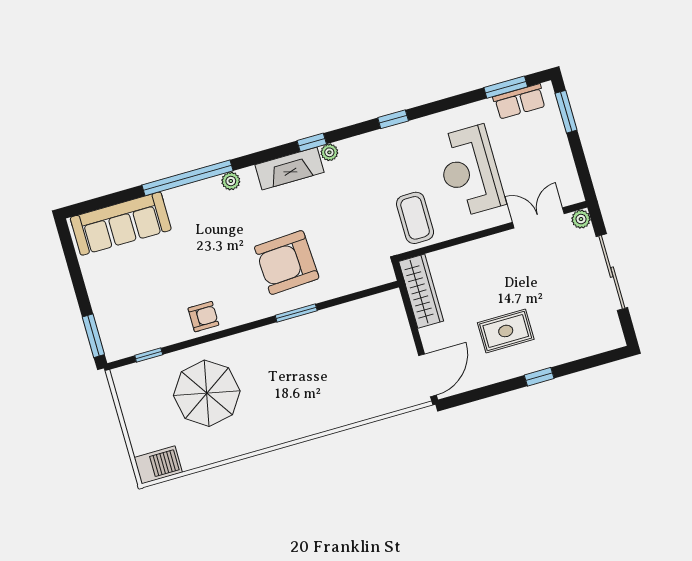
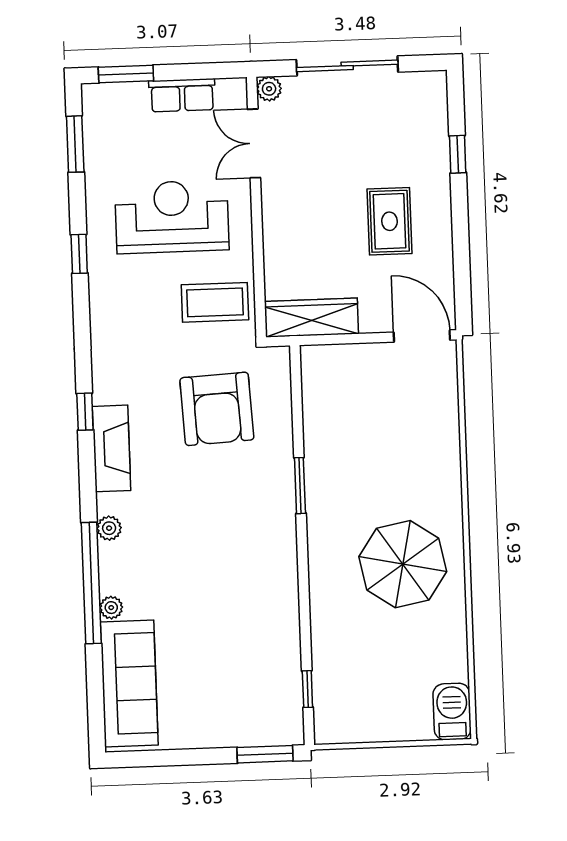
row of seats: (519, 101) -> (182, 95), moved, turned 90
window: (393, 119) -> (79, 254), moved
plant: (329, 152) -> (111, 608), moved
reception desk: (470, 171) -> (172, 217), turned 180
armchair: (287, 263) -> (217, 409), moved
armchair: (203, 317) -> (275, 606), removed
window: (539, 377) -> (458, 154), moved
parasol: (207, 393) -> (403, 564), moved

